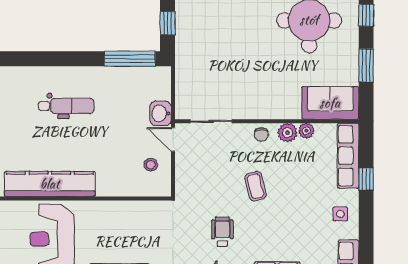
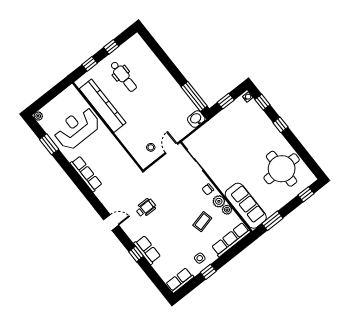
window: (366, 65) -> (272, 221), moved
sofa: (330, 103) -> (246, 206), width x1.36
dental chair: (66, 106) -> (123, 77), moved
washbasin: (161, 113) -> (196, 119), moved
window: (366, 179) -> (208, 272), moved
coffee table: (256, 186) -> (202, 222), moved

